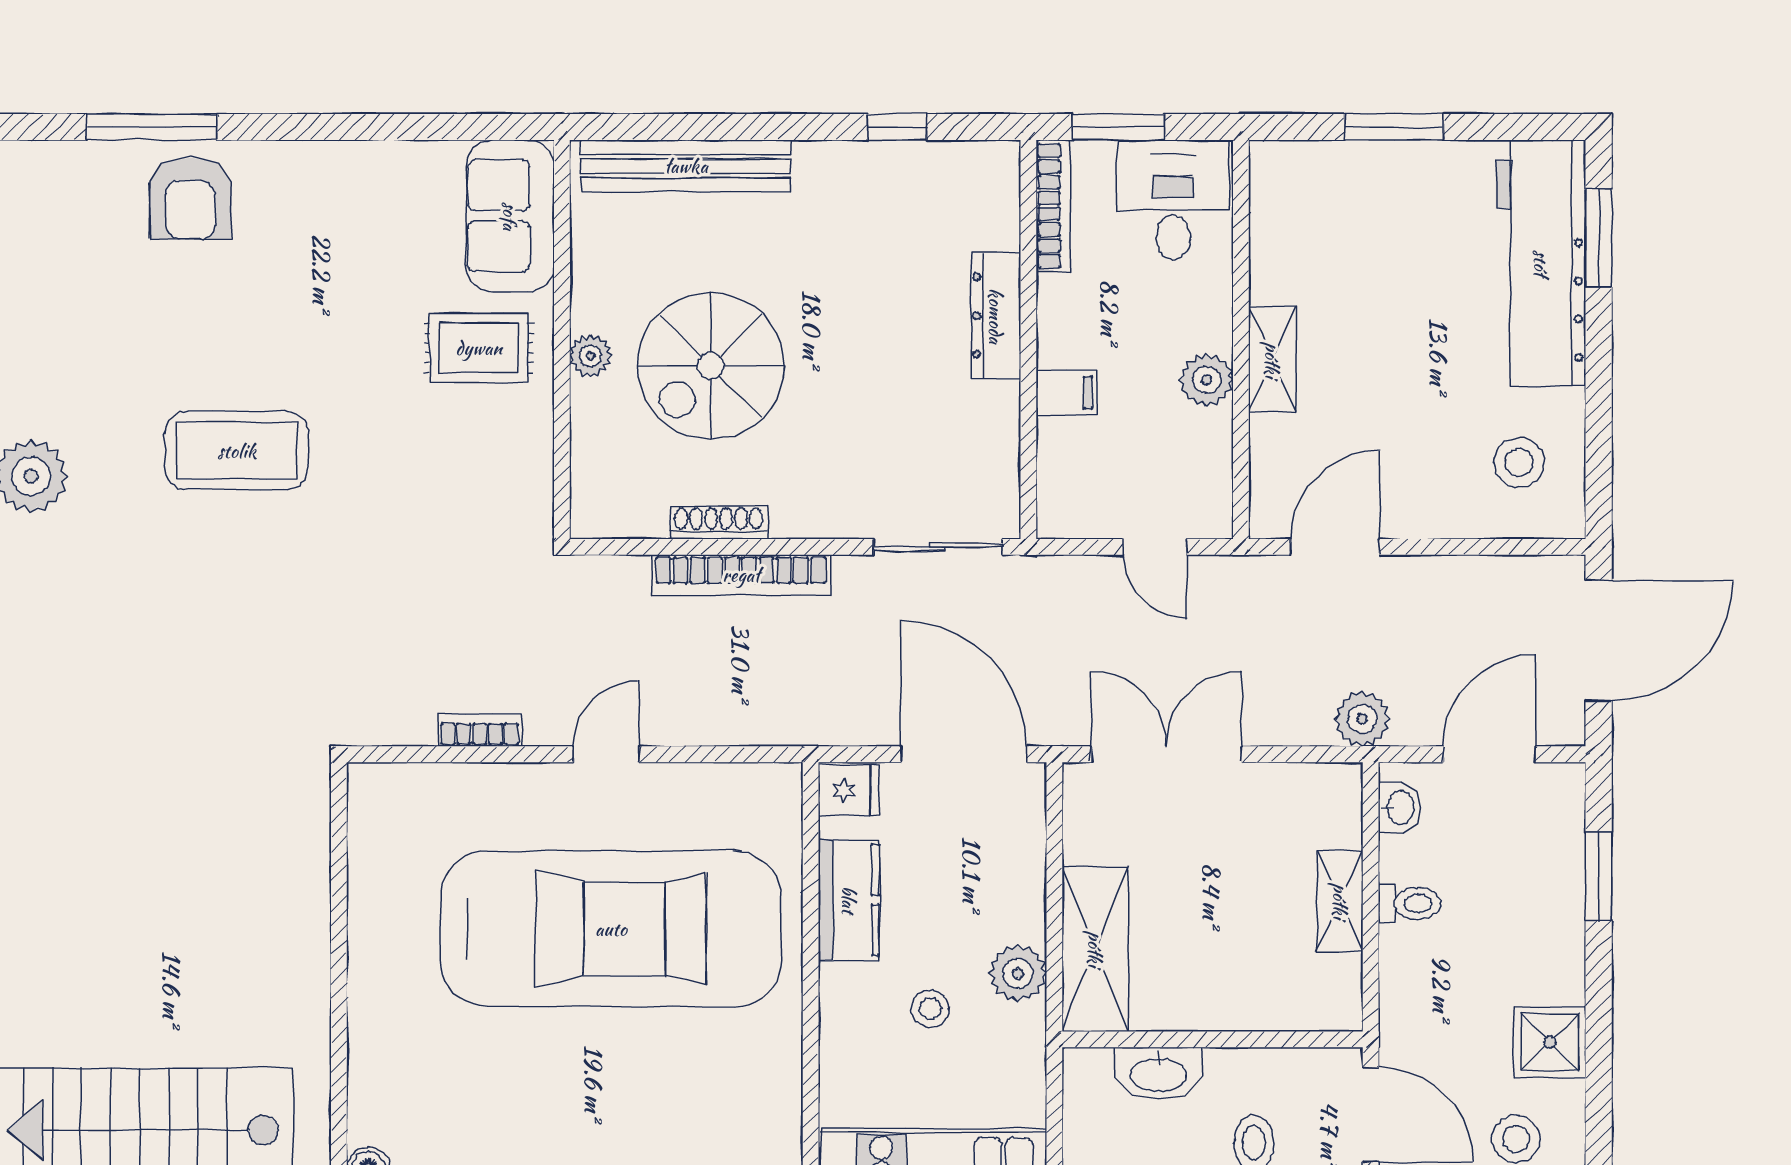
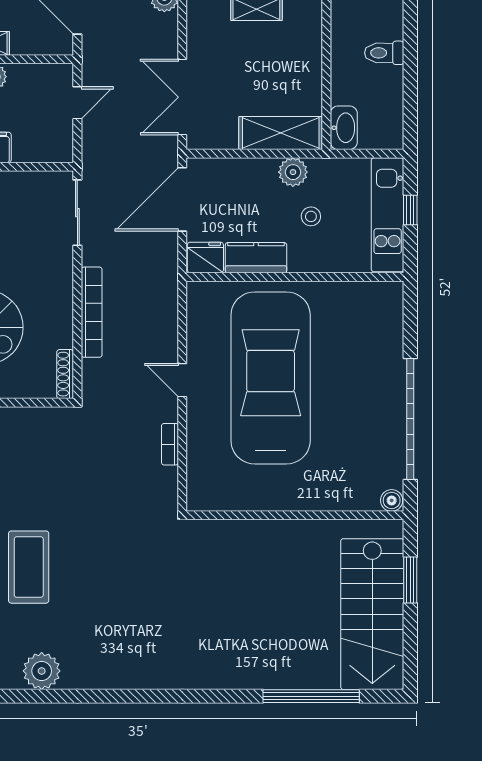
shoe rack: (719, 523) -> (65, 374), moved
fridge: (849, 790) -> (205, 257), width x1.38
washbasin: (1158, 1074) -> (344, 128), moved

